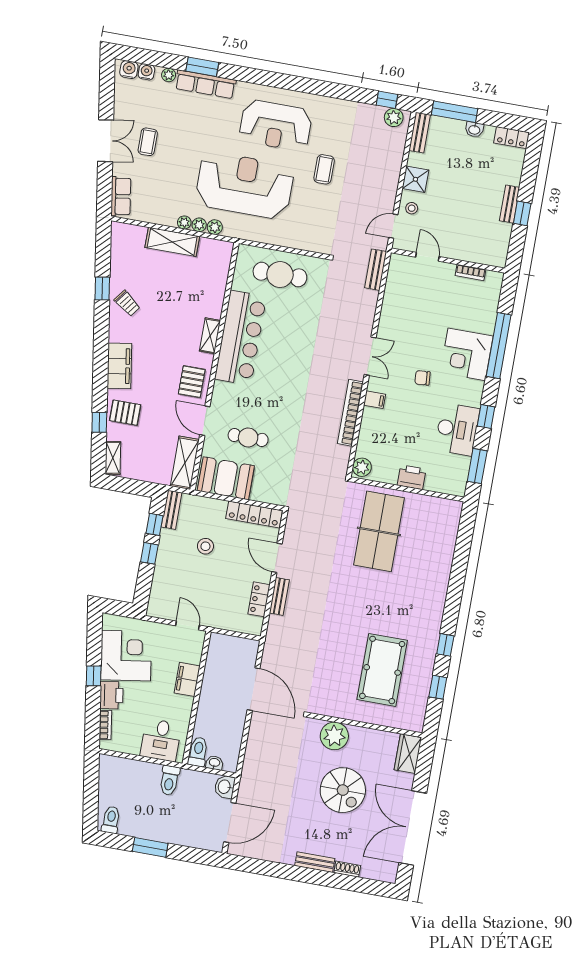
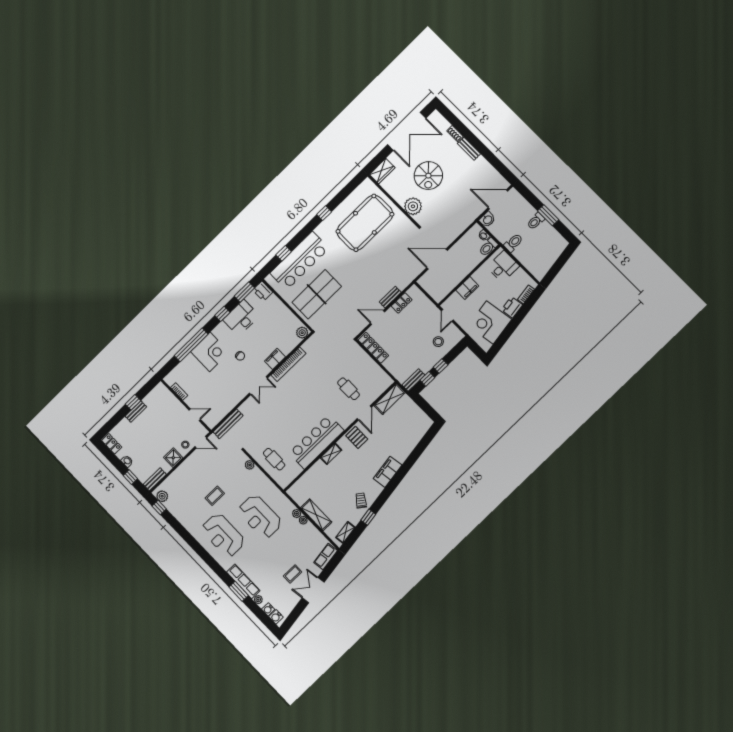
window: (455, 112) -> (130, 477), width x0.46
reception desk: (276, 125) -> (223, 535), turned 180
reception desk: (245, 185) -> (260, 517), width x0.74, depth x0.77
plant: (215, 227) -> (250, 465), moved
door: (427, 257) -> (195, 415), swing flipped
bench: (376, 270) -> (228, 424), width x1.36
cafe table: (280, 275) -> (274, 459), width x0.73, depth x0.74
double door: (370, 356) -> (258, 386), swing flipped
pallet: (192, 382) -> (357, 437), turned 90
filing cabinet: (375, 400) -> (275, 359), width x2.00
pallet: (125, 413) -> (402, 446), removed
window: (99, 422) -> (418, 451), removed
shelving: (113, 458) -> (345, 532), moved
printer: (412, 477) -> (263, 291), moved
booth: (226, 478) -> (374, 376), removed
stool: (205, 546) -> (438, 342), moved
door: (277, 558) -> (377, 317), swing flipped
bar counter: (433, 559) -> (300, 261), added
pool table: (382, 670) -> (365, 223), width x1.36, depth x1.32
window: (94, 676) -> (514, 324), removed
window: (438, 687) -> (284, 253), moved
door: (254, 689) -> (437, 259), hinge flipped
spiral stairs: (343, 790) -> (428, 176), turned 180
toilet: (111, 820) -> (536, 221), moved

